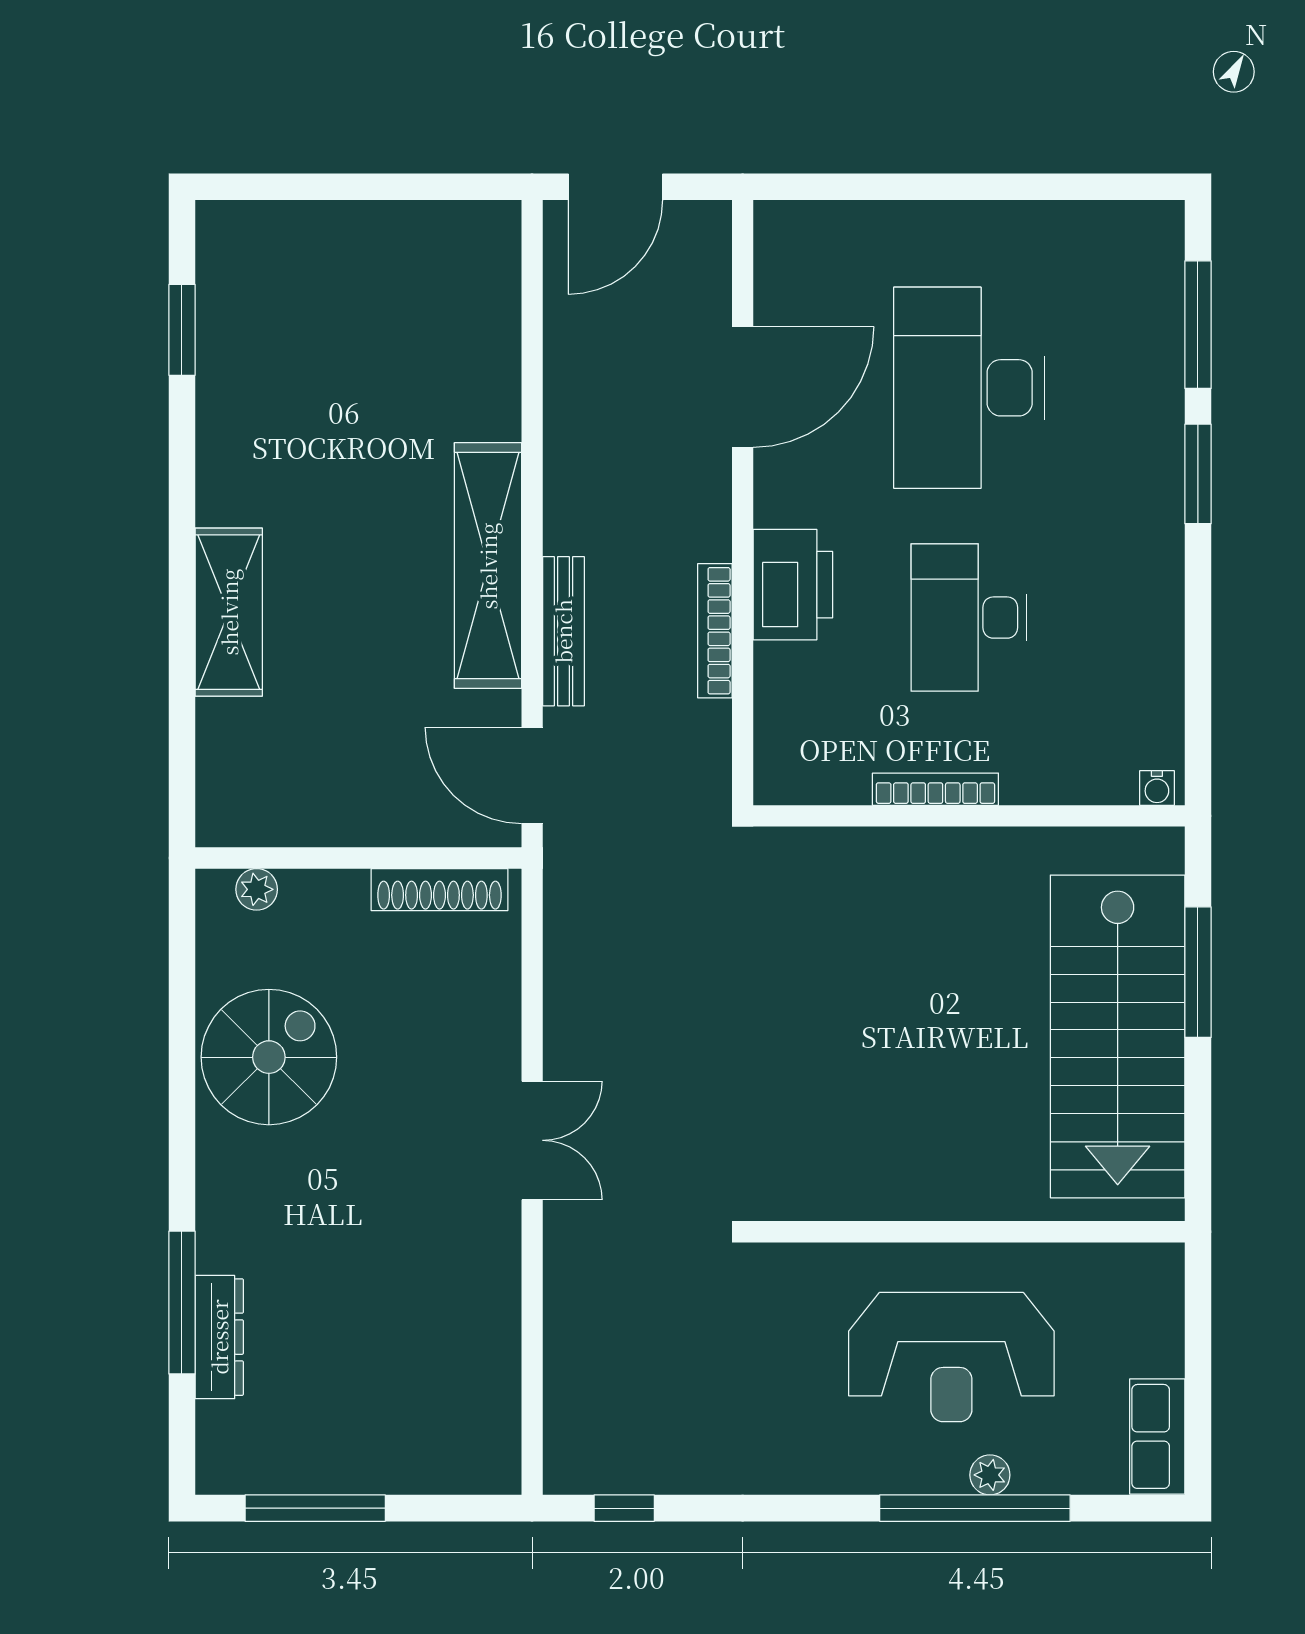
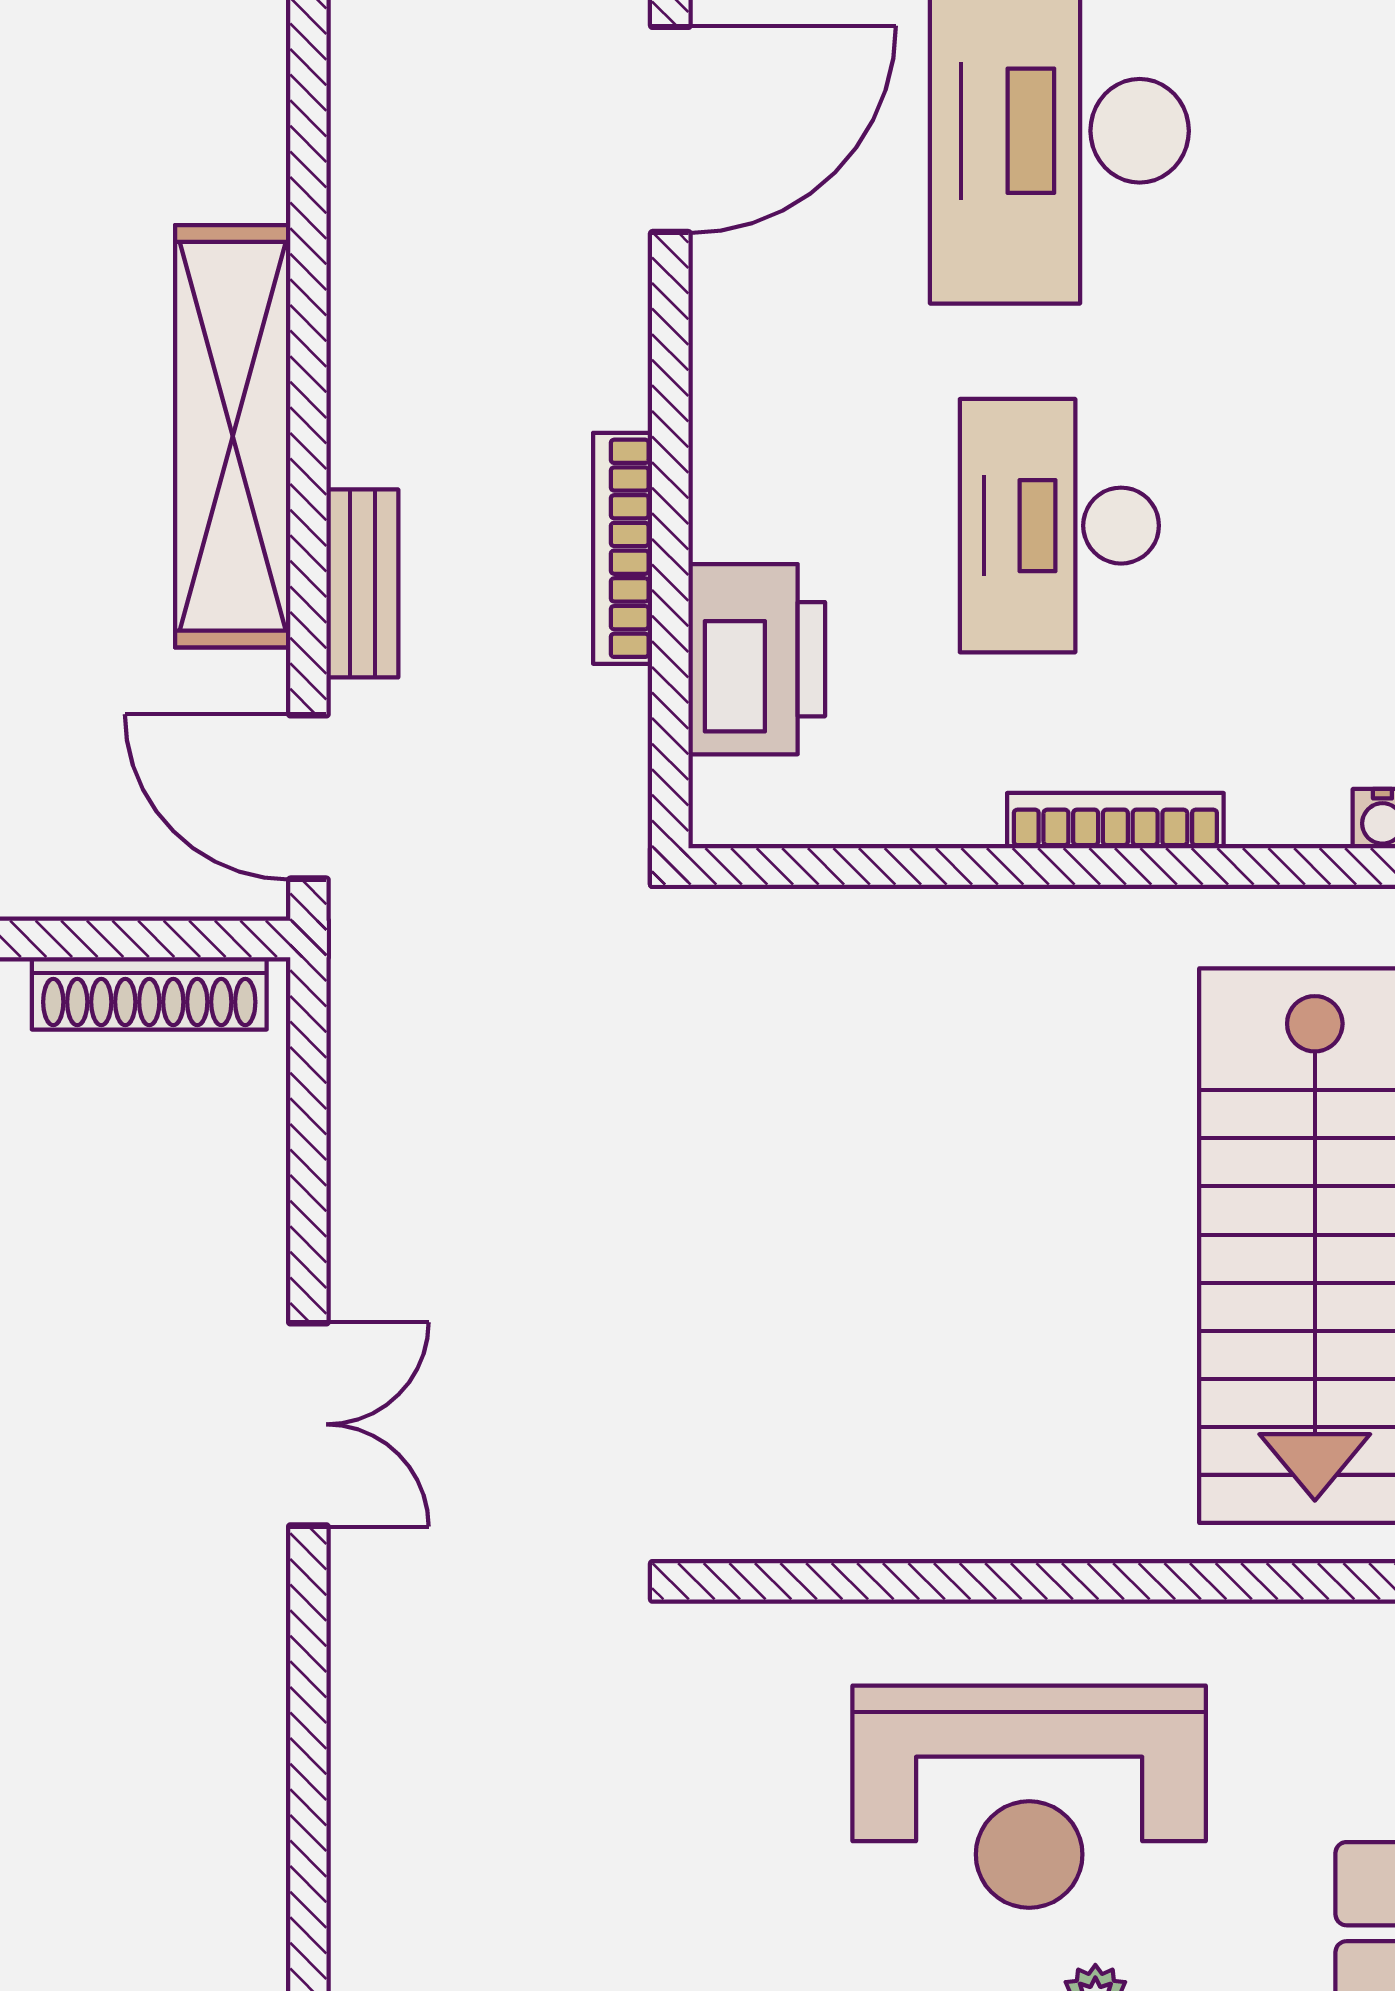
printer: (793, 585) -> (757, 659), moved
bench: (563, 631) -> (362, 583), width x0.73
bookcase: (935, 789) -> (1115, 821), moved

